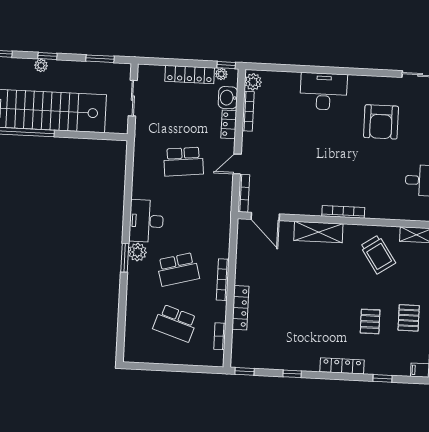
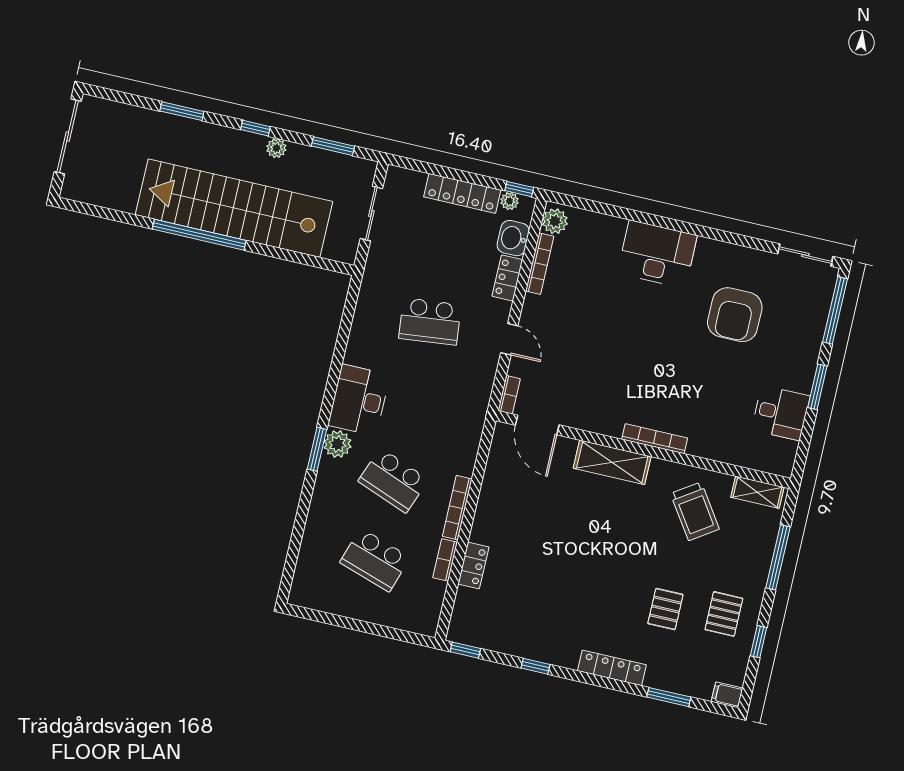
plant: (41, 65) -> (276, 148), moved
door: (237, 164) -> (509, 339), swing flipped
bookcase: (244, 193) -> (509, 395), width x0.64
school desk: (178, 269) -> (393, 480), turned 36
locker: (240, 308) -> (473, 565), width x0.66
bookcase: (220, 336) -> (445, 560), moved
window: (382, 378) -> (669, 697), width x1.50

